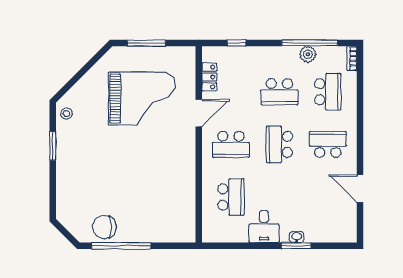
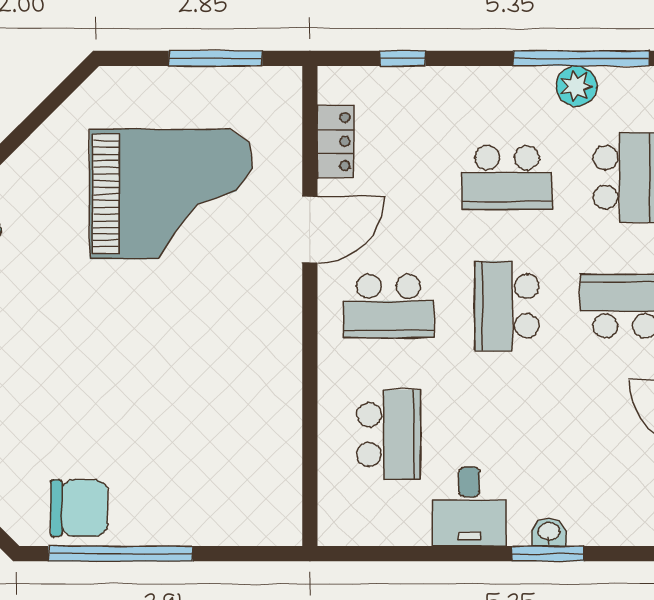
window: (146, 43) -> (216, 58), moved
chair: (104, 227) -> (79, 508), turned 180

